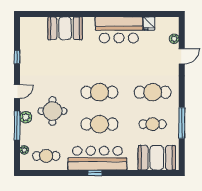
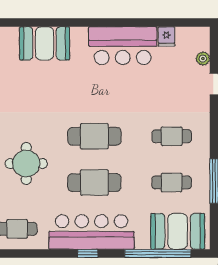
cafe table: (153, 92) -> (172, 136), width x0.73, depth x0.74
window: (143, 173) -> (158, 253), added

